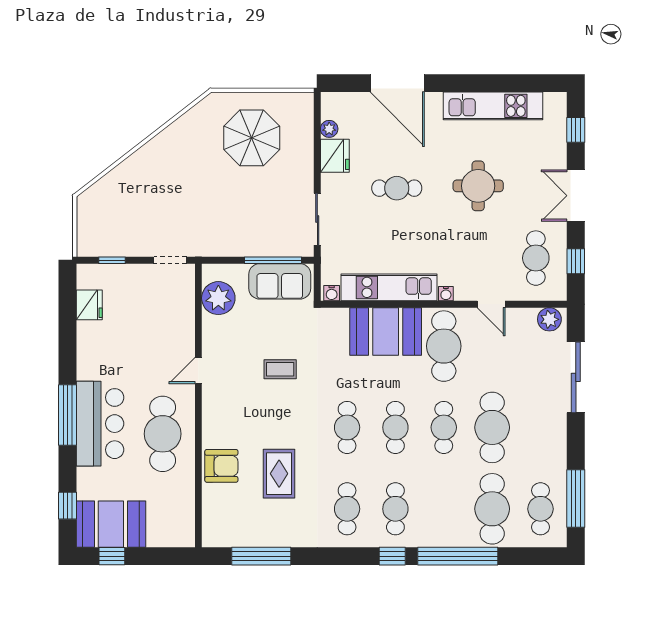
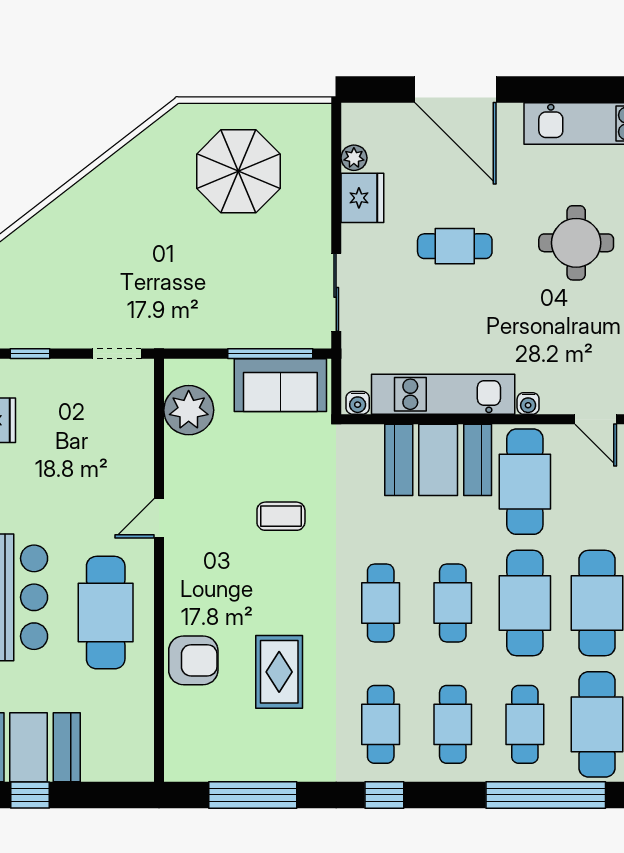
cafe table: (444, 427) -> (525, 603), width x1.37, depth x1.35
cafe table: (444, 509) -> (525, 724), added
window: (392, 556) -> (384, 795), moved

